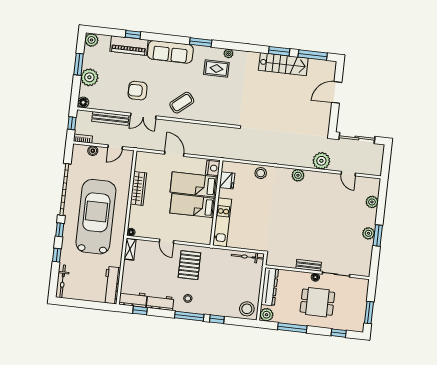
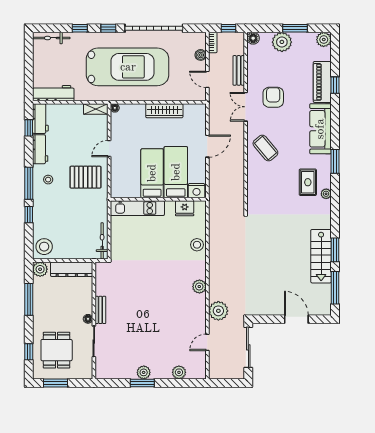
bench: (110, 118) -> (239, 70), width x0.73
dining table: (317, 302) -> (57, 350), moved

